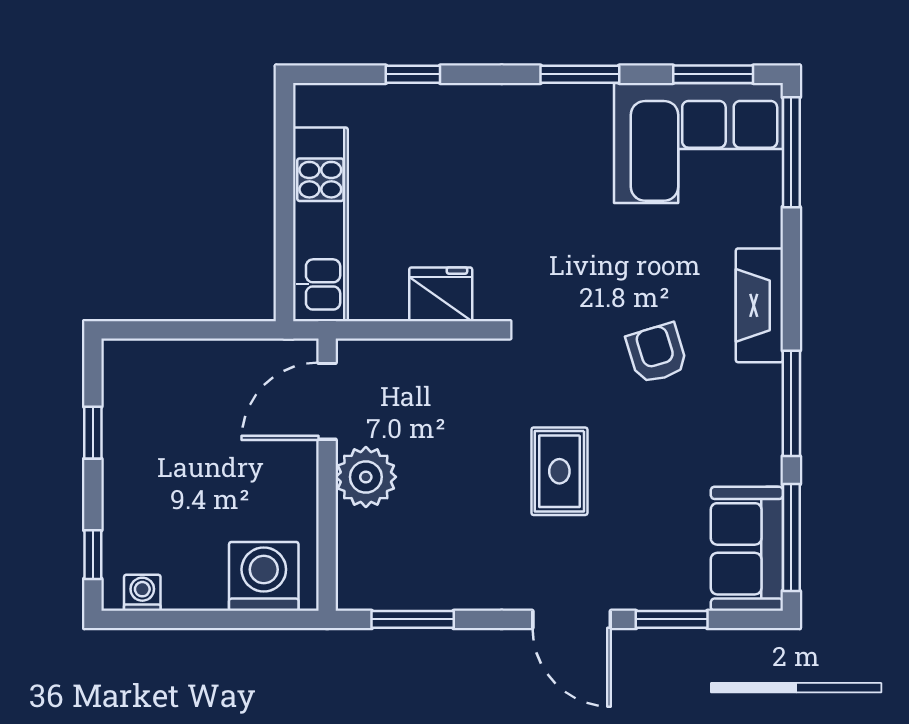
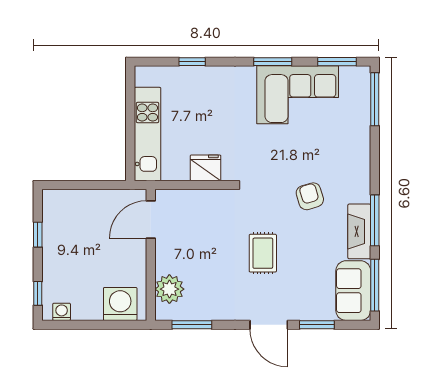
corner sofa: (698, 143) -> (298, 95), moved
fireplace: (759, 305) -> (359, 231), moved
plant: (366, 477) -> (169, 289), moved

